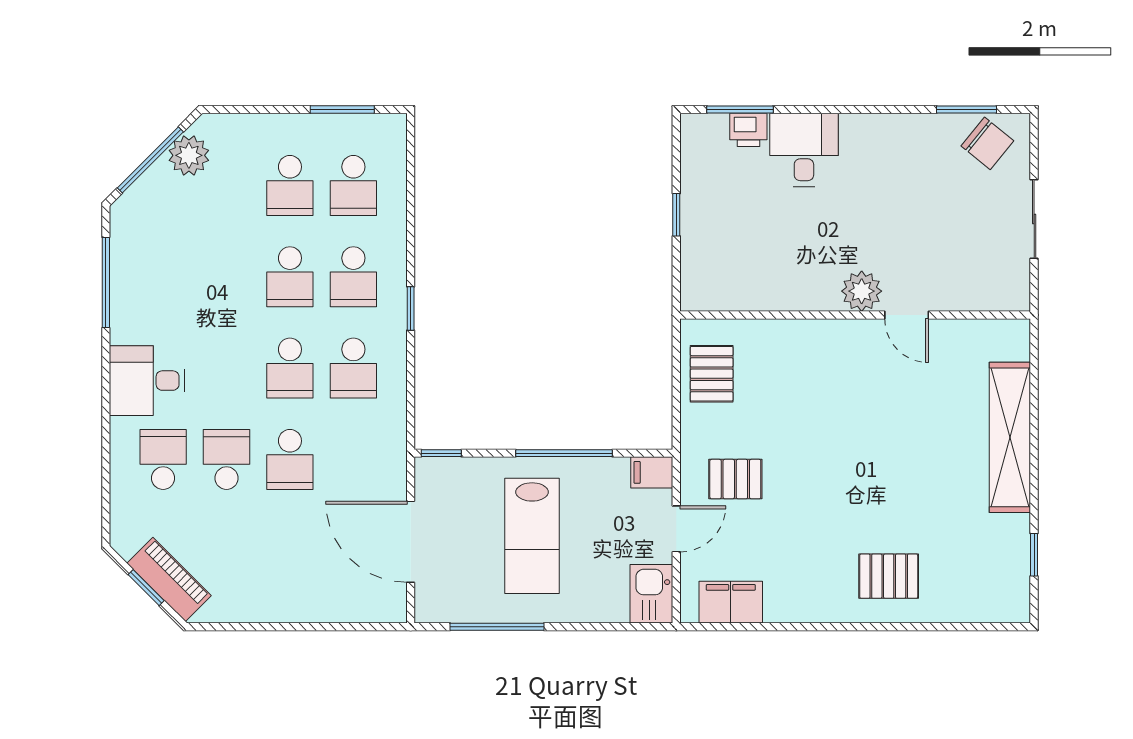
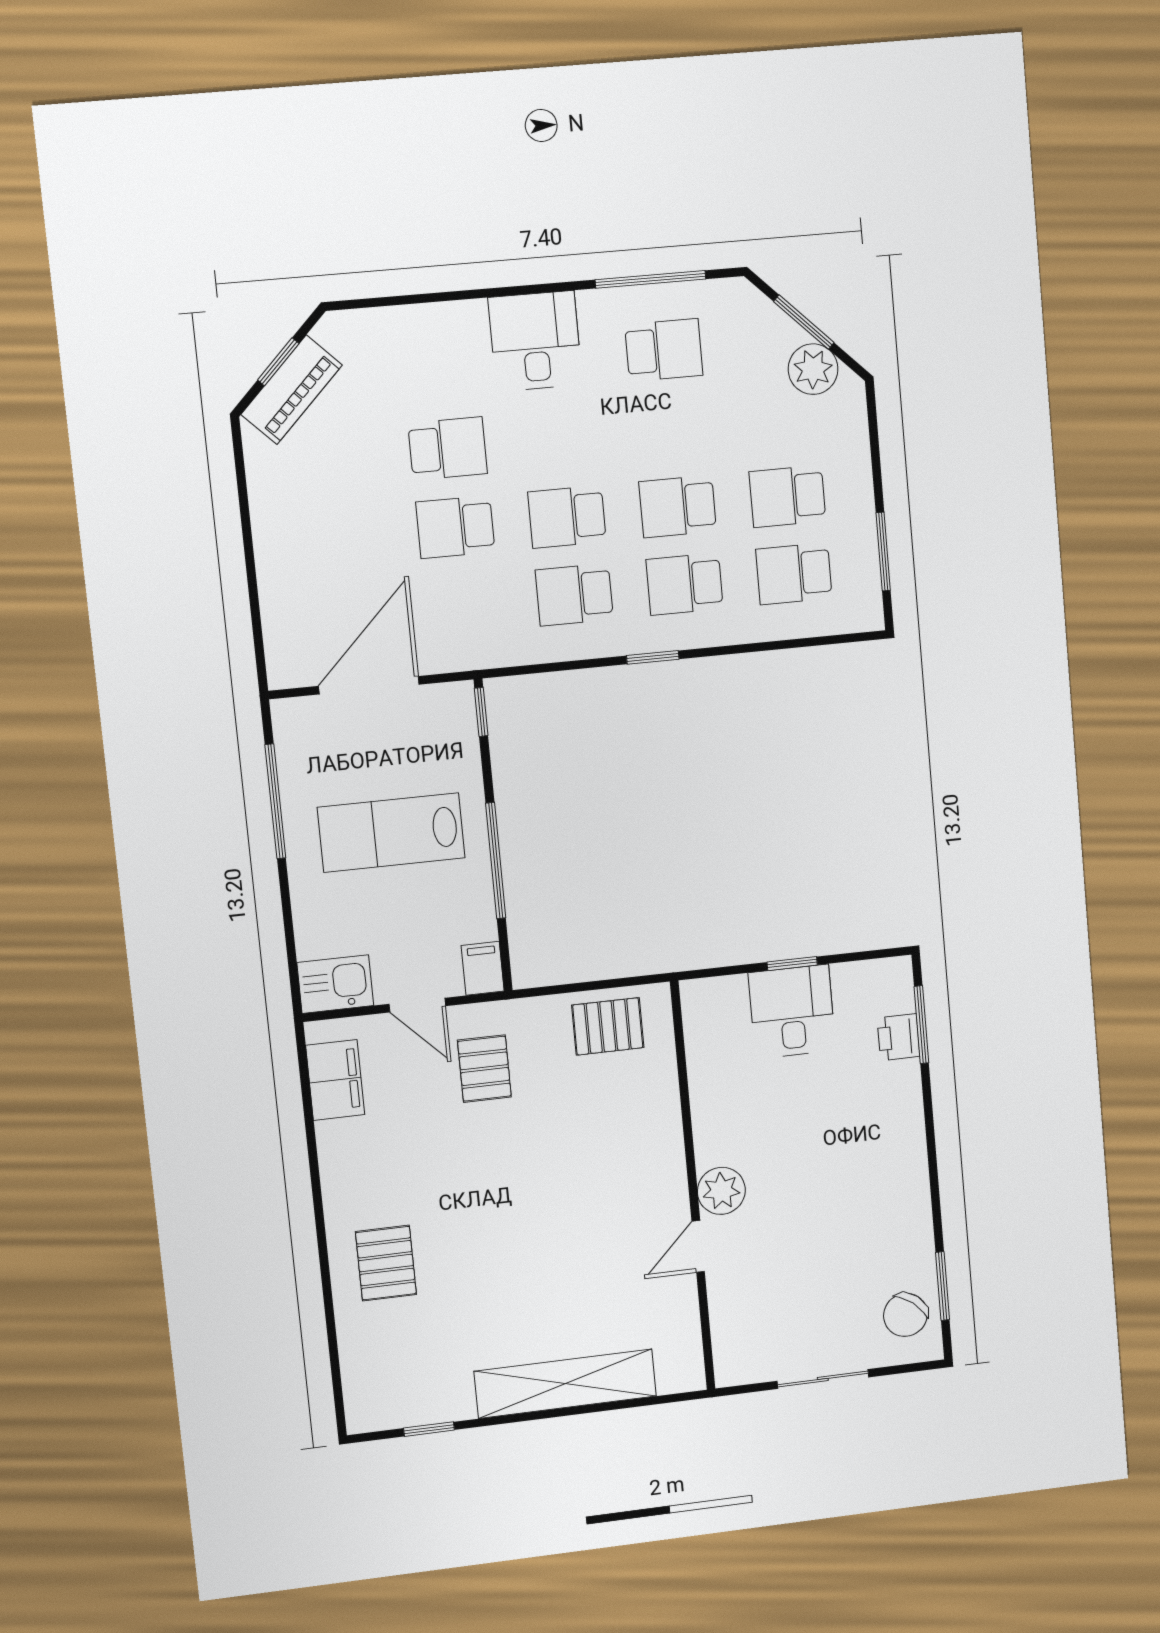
desk: (804, 150) -> (792, 1012), moved, turned -90
window: (150, 160) -> (804, 322), width x0.69
school desk: (163, 459) -> (664, 350), moved

